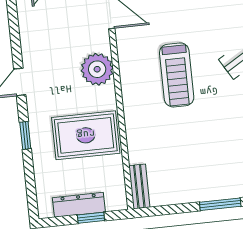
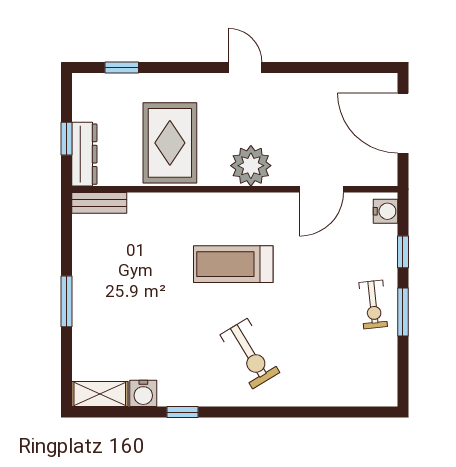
window: (25, 135) -> (122, 68), moved
dresser: (79, 205) -> (84, 154), moved

